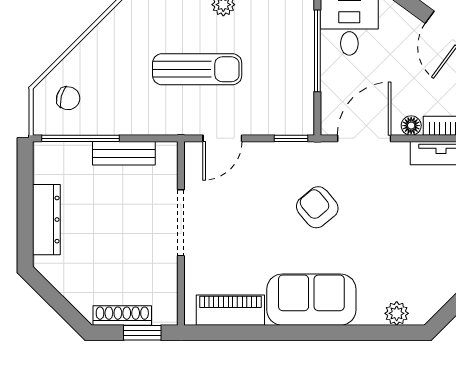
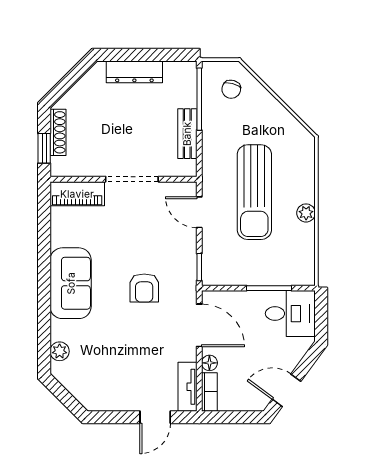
window: (317, 51) -> (269, 288), width x0.69
sun lounger: (197, 69) -> (254, 192), width x1.36, depth x1.34
armchair: (317, 207) -> (144, 288), turned 130
piano: (230, 310) -> (77, 194), moved, turned 90

